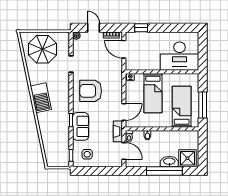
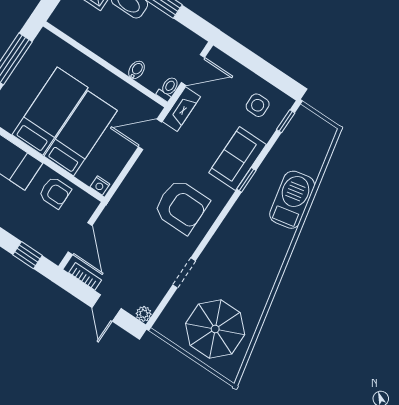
armchair: (147, 61) -> (55, 193), added
barbecue: (41, 98) -> (292, 200), moved
bed: (182, 107) -> (50, 111), moved, turned 180
door: (124, 151) -> (193, 70), swing flipped

